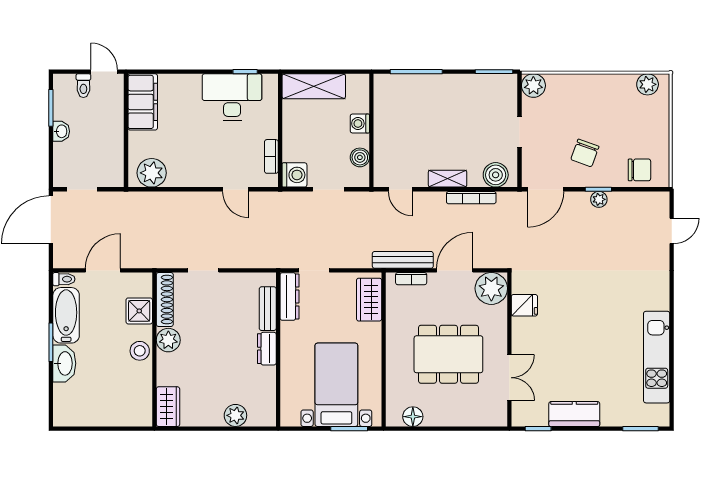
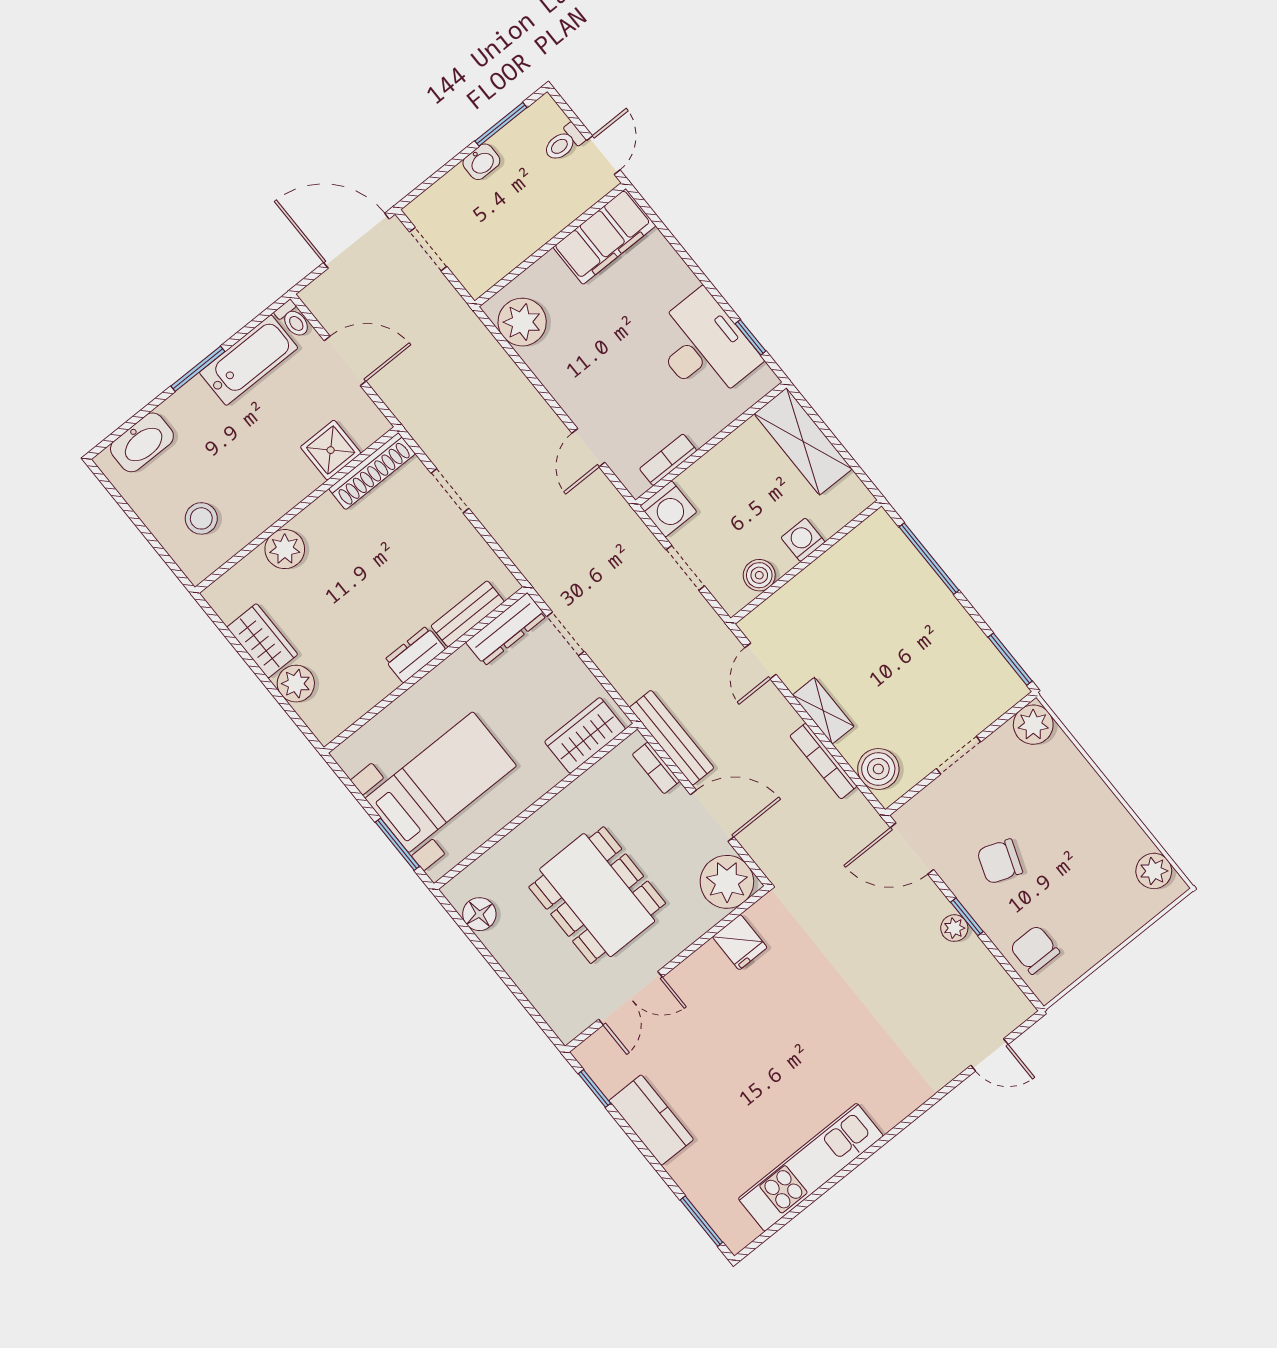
chair: (639, 170) -> (1035, 950), turned 180
plant: (168, 340) -> (285, 549), moved
stool: (140, 351) -> (201, 518), moved
washbasin: (64, 363) -> (142, 442), moved
wardrobe: (168, 407) -> (262, 641), moved, turned -90

